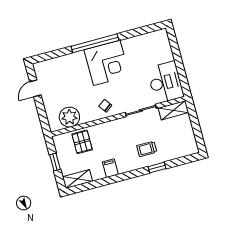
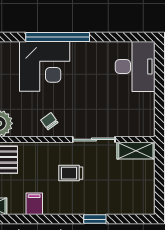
corner desk: (107, 63) -> (45, 66), moved
desk: (165, 82) -> (135, 66), moved
trolley: (147, 149) -> (71, 173), moved

